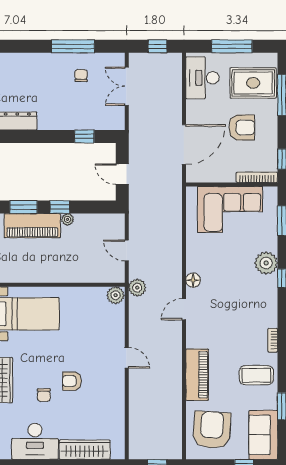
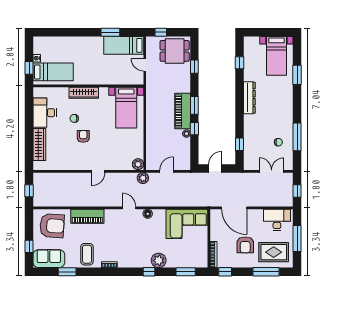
rug: (253, 83) -> (274, 252), turned 90
corner sofa: (230, 209) -> (187, 224), moved, turned -90

